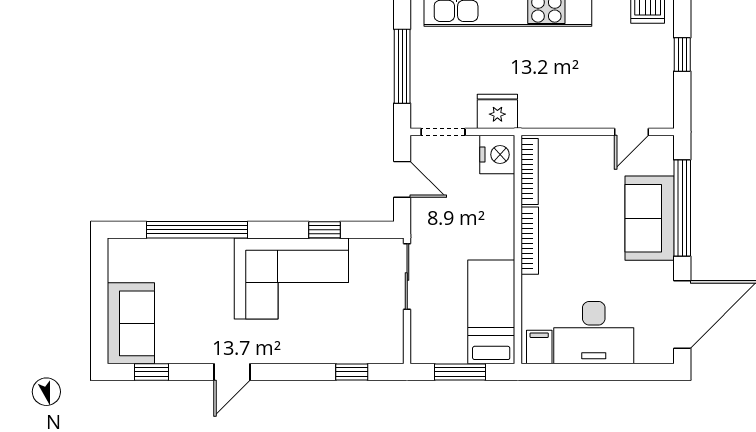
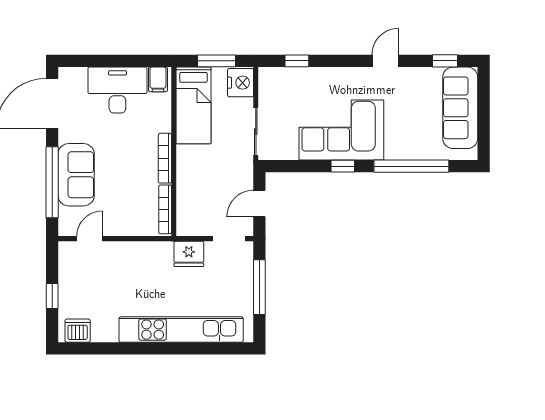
nightstand: (497, 155) -> (241, 83), moved, turned 180
door: (402, 179) -> (259, 204), hinge flipped
window: (324, 230) -> (343, 166), moved
sofa: (131, 323) -> (460, 108), width x1.36

